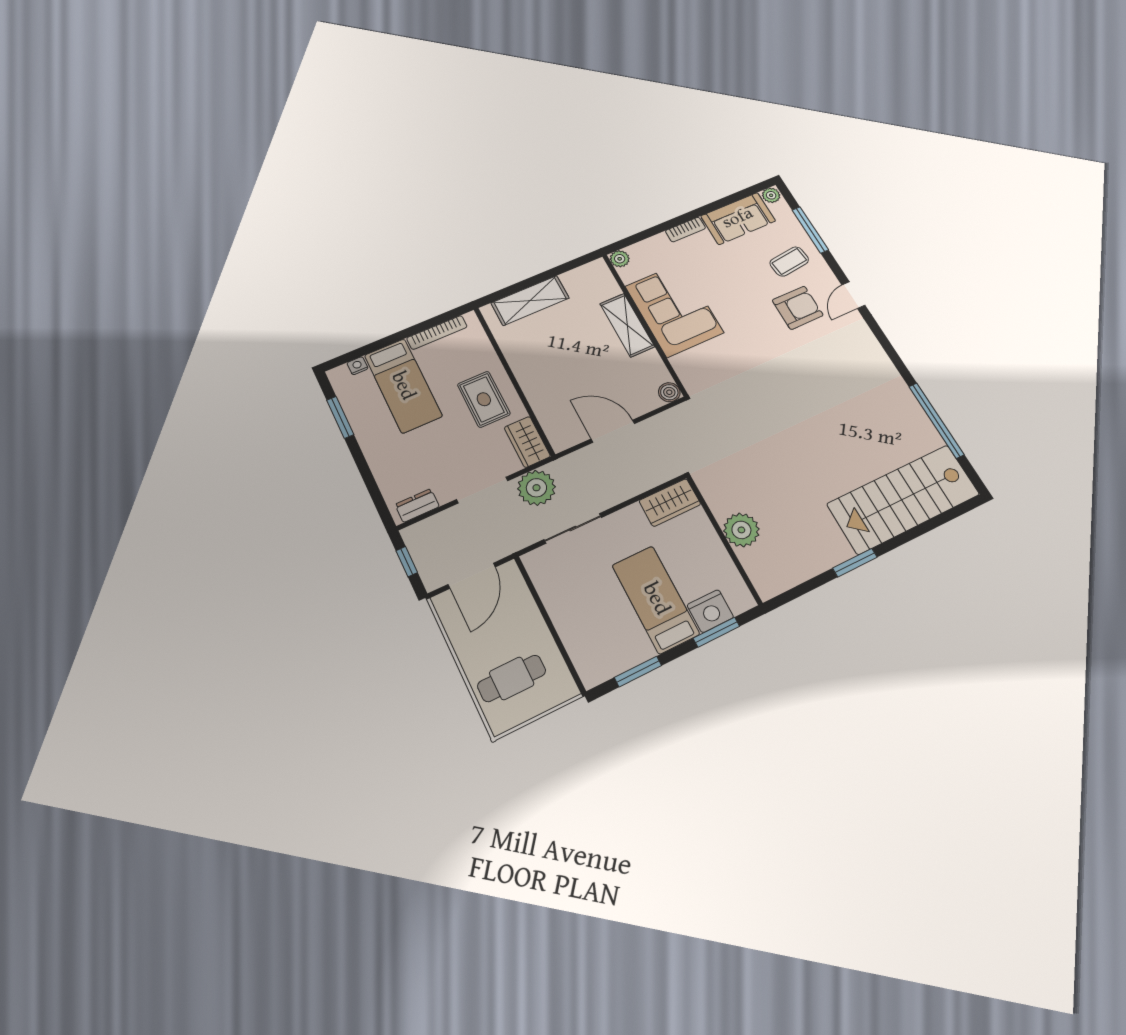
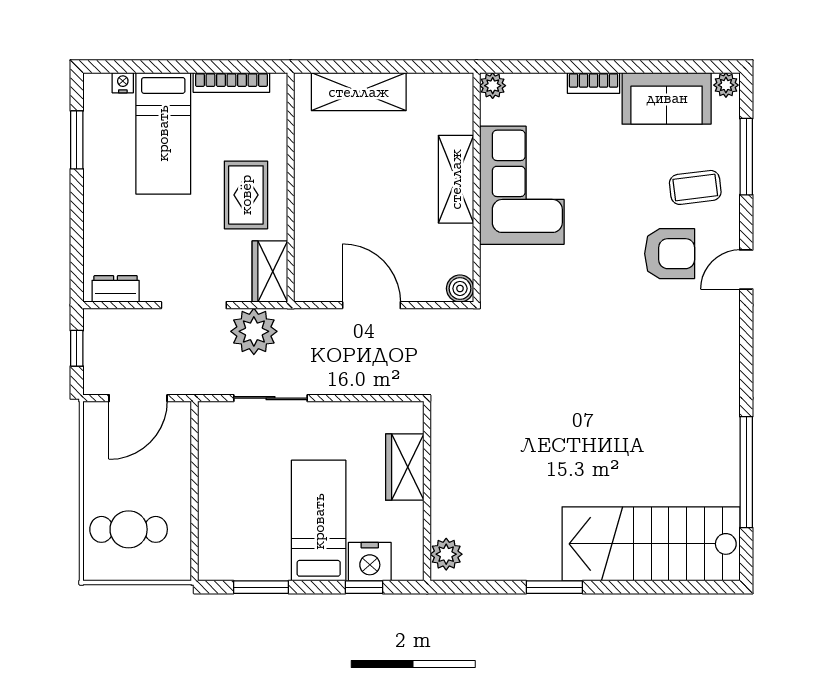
wardrobe: (670, 502) -> (405, 467), moved, turned 90
plant: (741, 530) -> (446, 554), moved, width x0.73, depth x0.73
window: (716, 632) -> (364, 587), width x0.67

